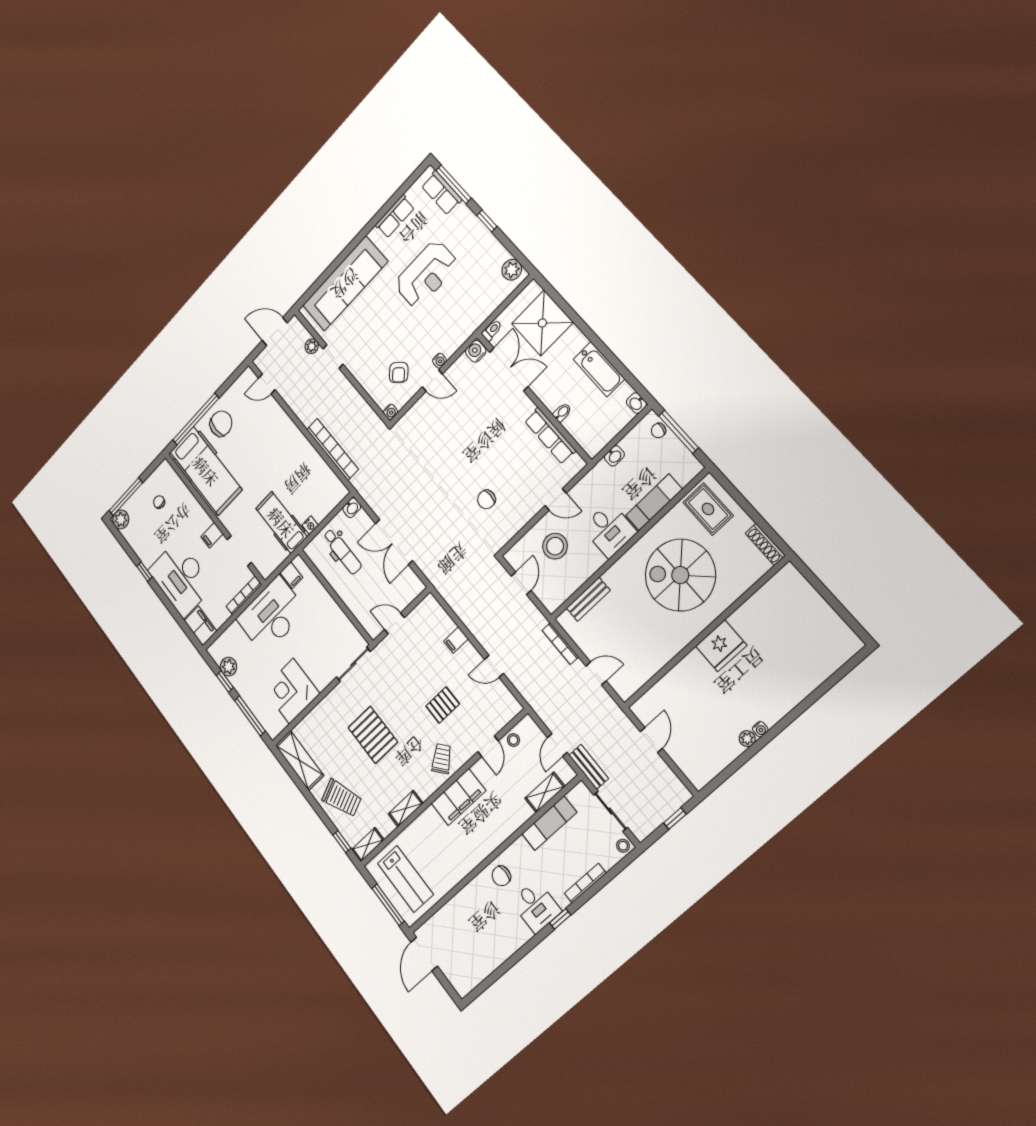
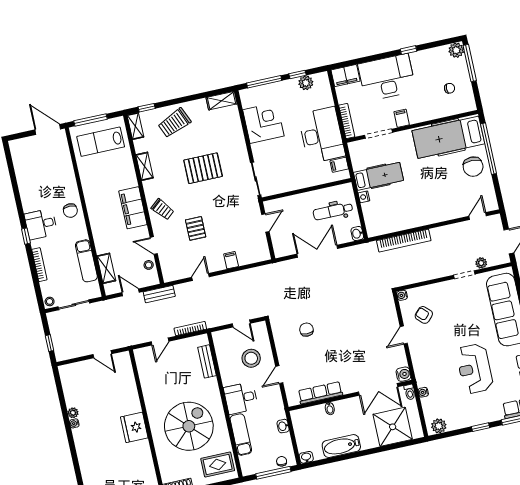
water cooler: (439, 361) -> (423, 392), moved
shelving: (300, 760) -> (222, 101), width x0.67, depth x0.75
bench: (589, 767) -> (159, 294), moved
chair: (501, 876) -> (70, 211), turned 180

